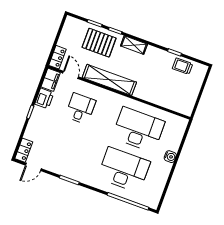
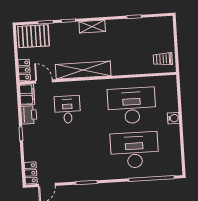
pallet: (99, 43) -> (34, 36), moved
trolley: (183, 66) -> (163, 59), moved

